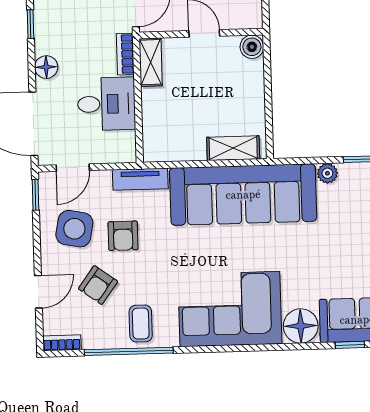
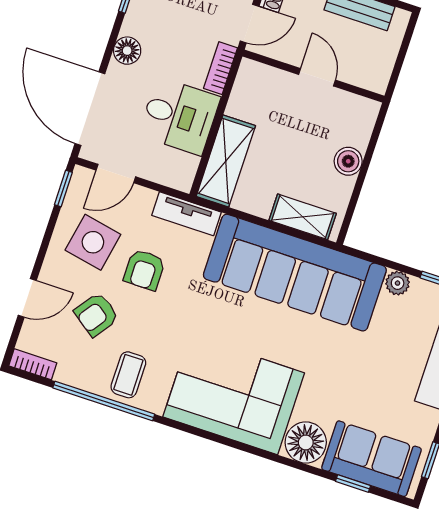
boiler: (252, 47) -> (348, 161), moved
shelving: (151, 62) -> (226, 161), moved, width x1.50, depth x1.33

